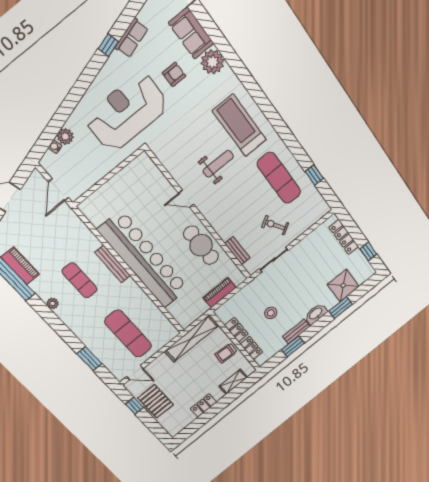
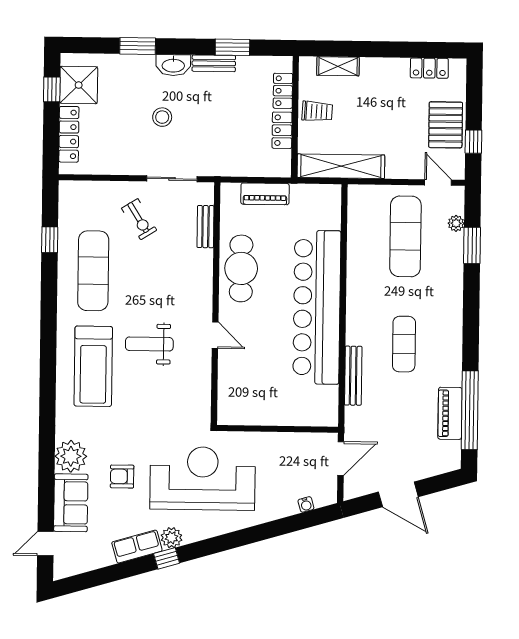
reception desk: (127, 112) -> (203, 478), turned 180
plant: (65, 137) -> (171, 538), moved
bench: (113, 264) -> (353, 376), moved
shower: (343, 285) -> (79, 85), moved
plant: (52, 303) -> (456, 223), moved
stool: (271, 313) -> (162, 117), moved
locker: (203, 405) -> (429, 68), moved

